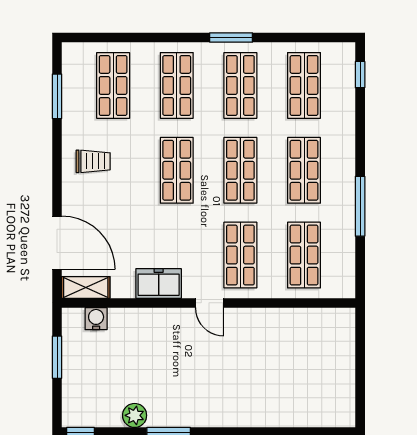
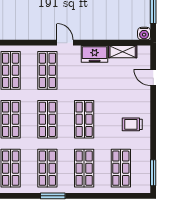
window: (57, 96) -> (153, 173), moved
door: (57, 243) -> (153, 77), width x0.53
shelving: (86, 287) -> (123, 52), moved
water cooler: (96, 319) -> (144, 34), moved

